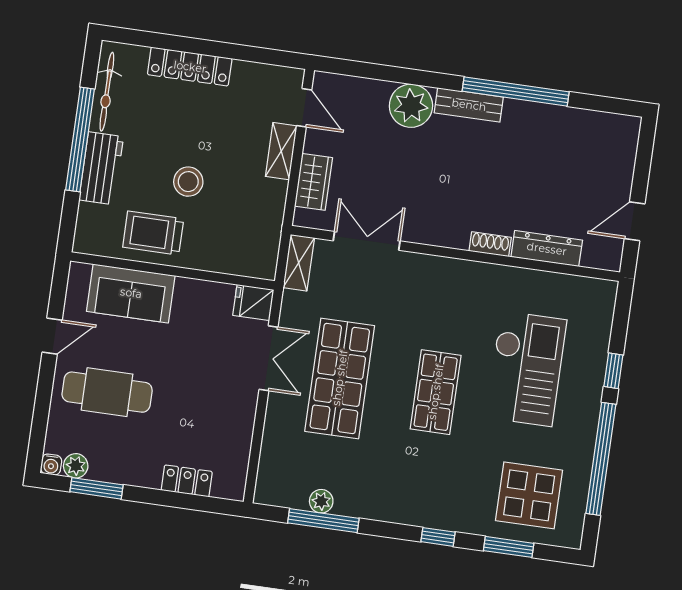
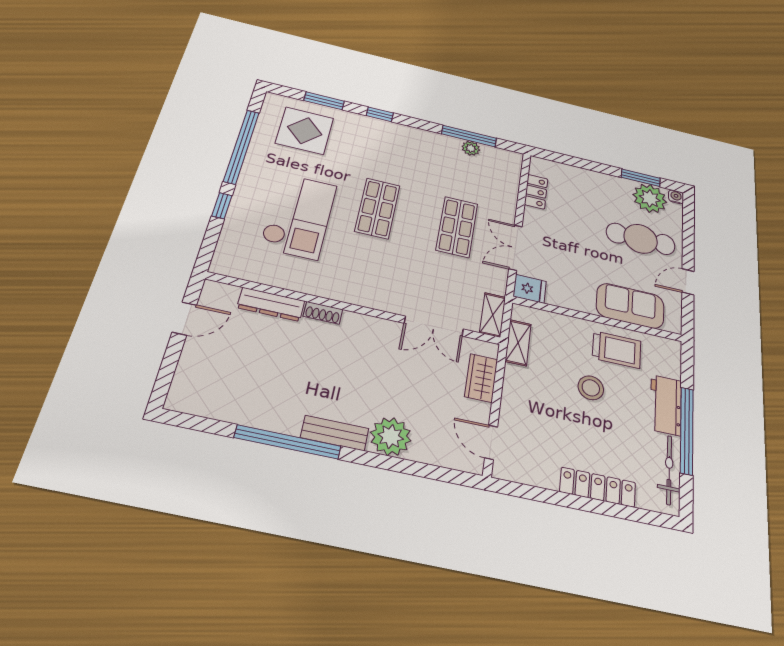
shelving: (281, 151) -> (518, 343), moved
checkout: (526, 369) -> (299, 216), turned 180
shop shelf: (340, 378) -> (457, 227), width x0.70, depth x0.74
plant: (76, 466) -> (650, 198), width x1.87, depth x1.87
locker: (187, 481) -> (536, 192), moved, turned -90

